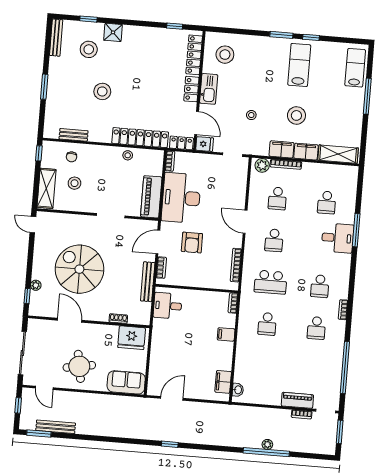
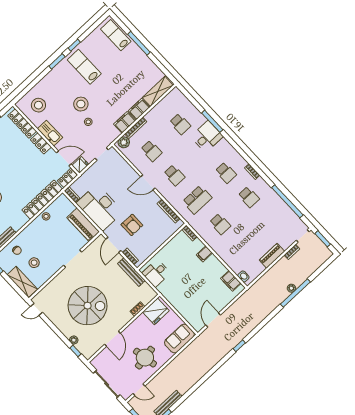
stool: (296, 115) -> (81, 104), moved
spiral stairs: (79, 269) -> (88, 306), turned 180
door: (70, 320) -> (112, 339), swing flipped
piano: (297, 400) -> (272, 256), moved

